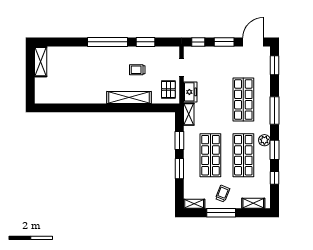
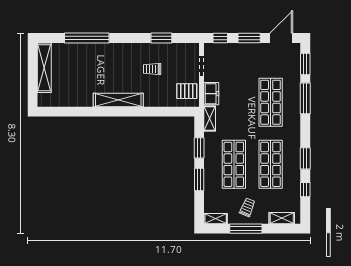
window: (108, 42) -> (87, 38), moved
shelving: (41, 62) -> (44, 68), width x1.47
pallet: (168, 90) -> (187, 91), turned 90
shelving: (129, 98) -> (118, 100), moved
window: (274, 111) -> (305, 98), moved
plant: (264, 140) -> (294, 148), removed

